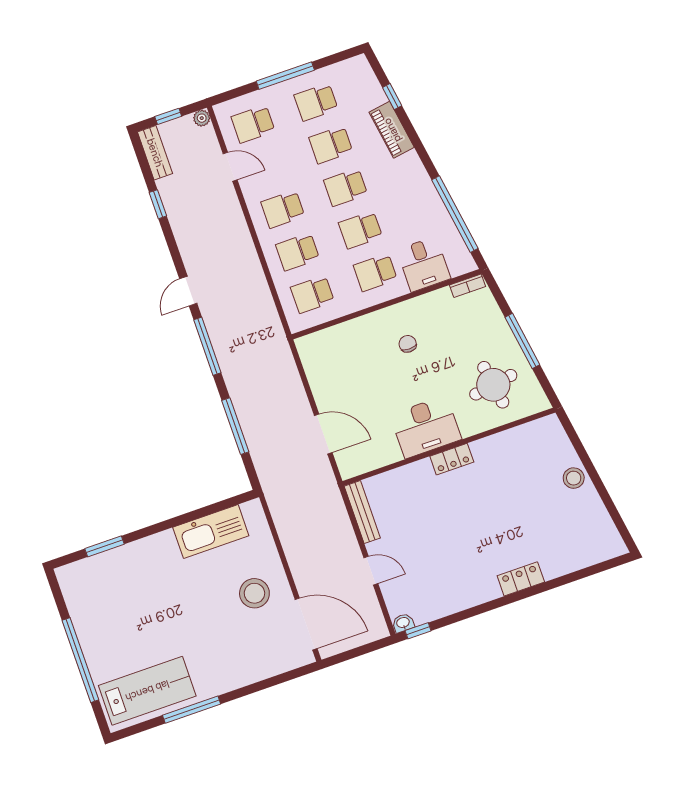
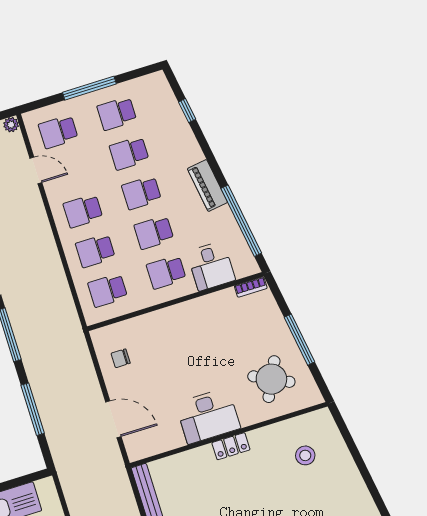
piano: (392, 130) -> (207, 186), moved
chair: (408, 344) -> (121, 358), moved, turned -90
round table: (493, 385) -> (271, 379), turned 35
stool: (574, 478) -> (305, 455), moved

